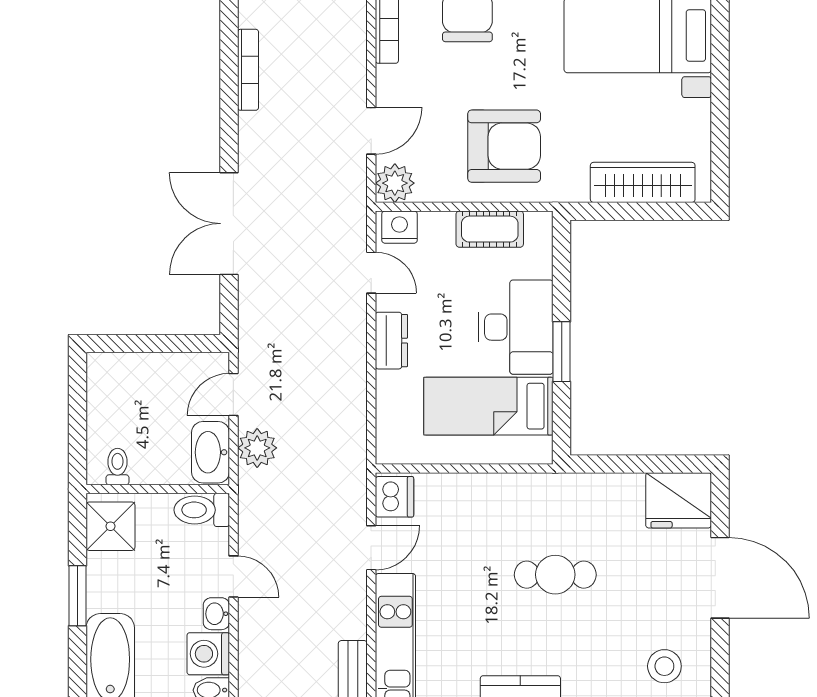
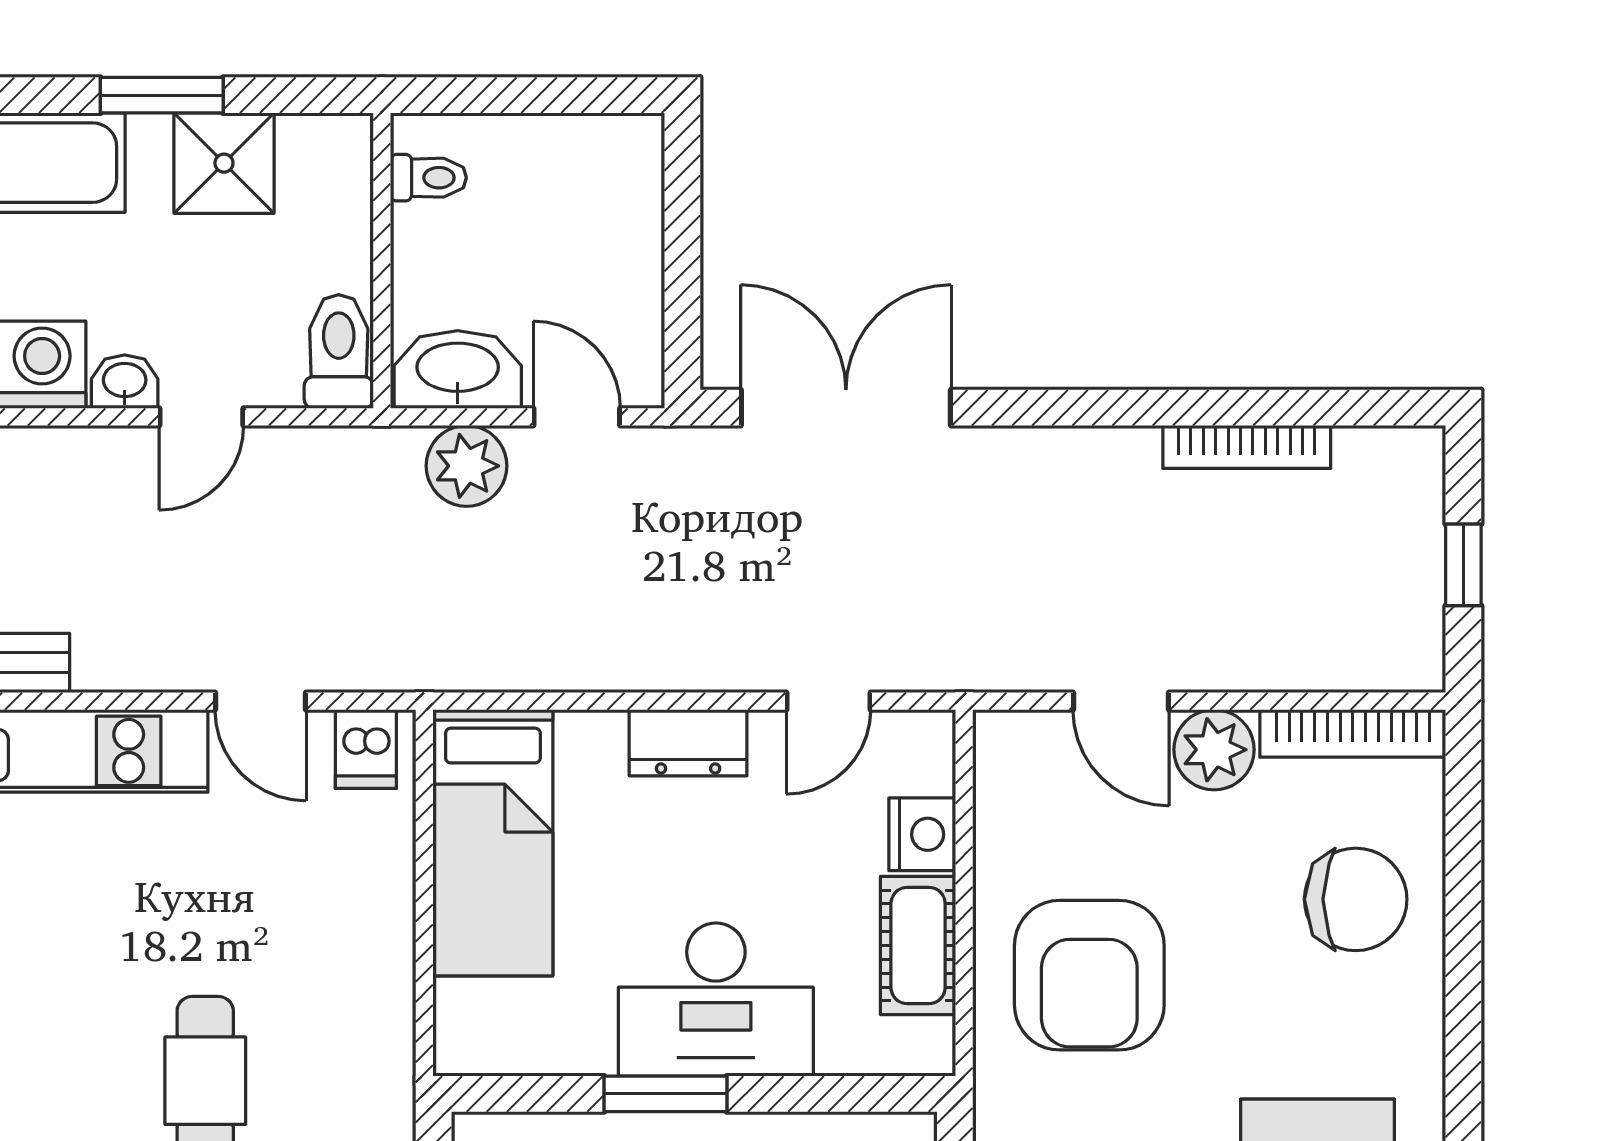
plant: (395, 183) -> (1214, 750), moved
double door: (229, 224) -> (846, 408), moved
nightstand: (399, 227) -> (922, 834), moved
bed: (488, 406) -> (493, 843), moved, turned 180
dishwasher: (394, 497) -> (366, 749), width x0.73
shower: (110, 526) -> (224, 163), moved

